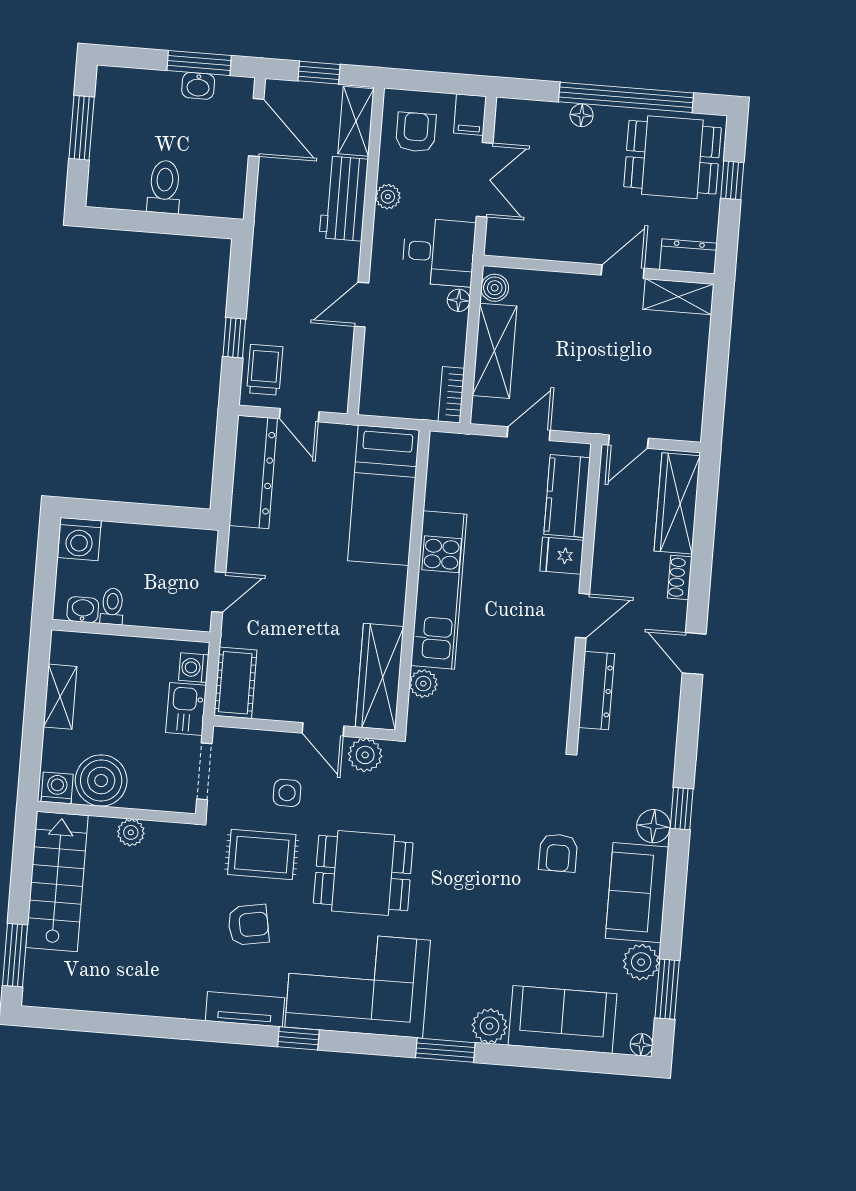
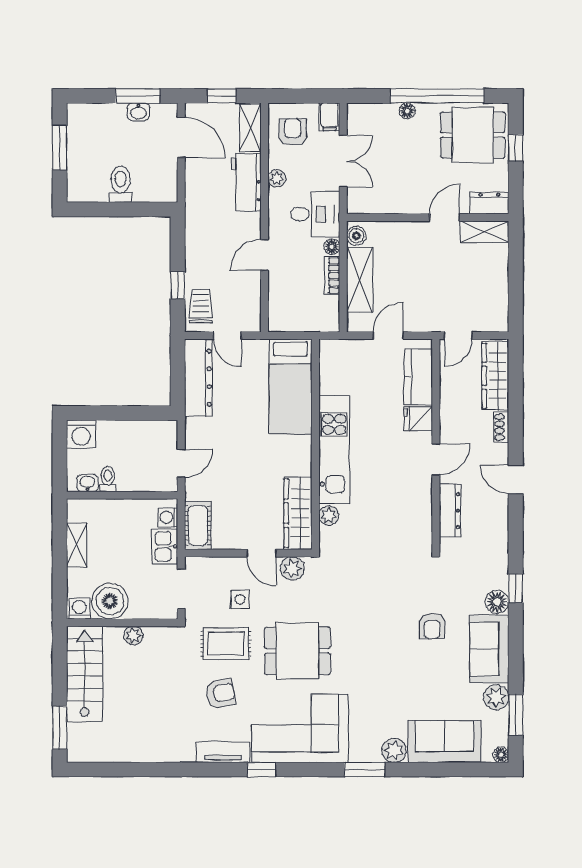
bookcase: (451, 395) -> (332, 276), moved

